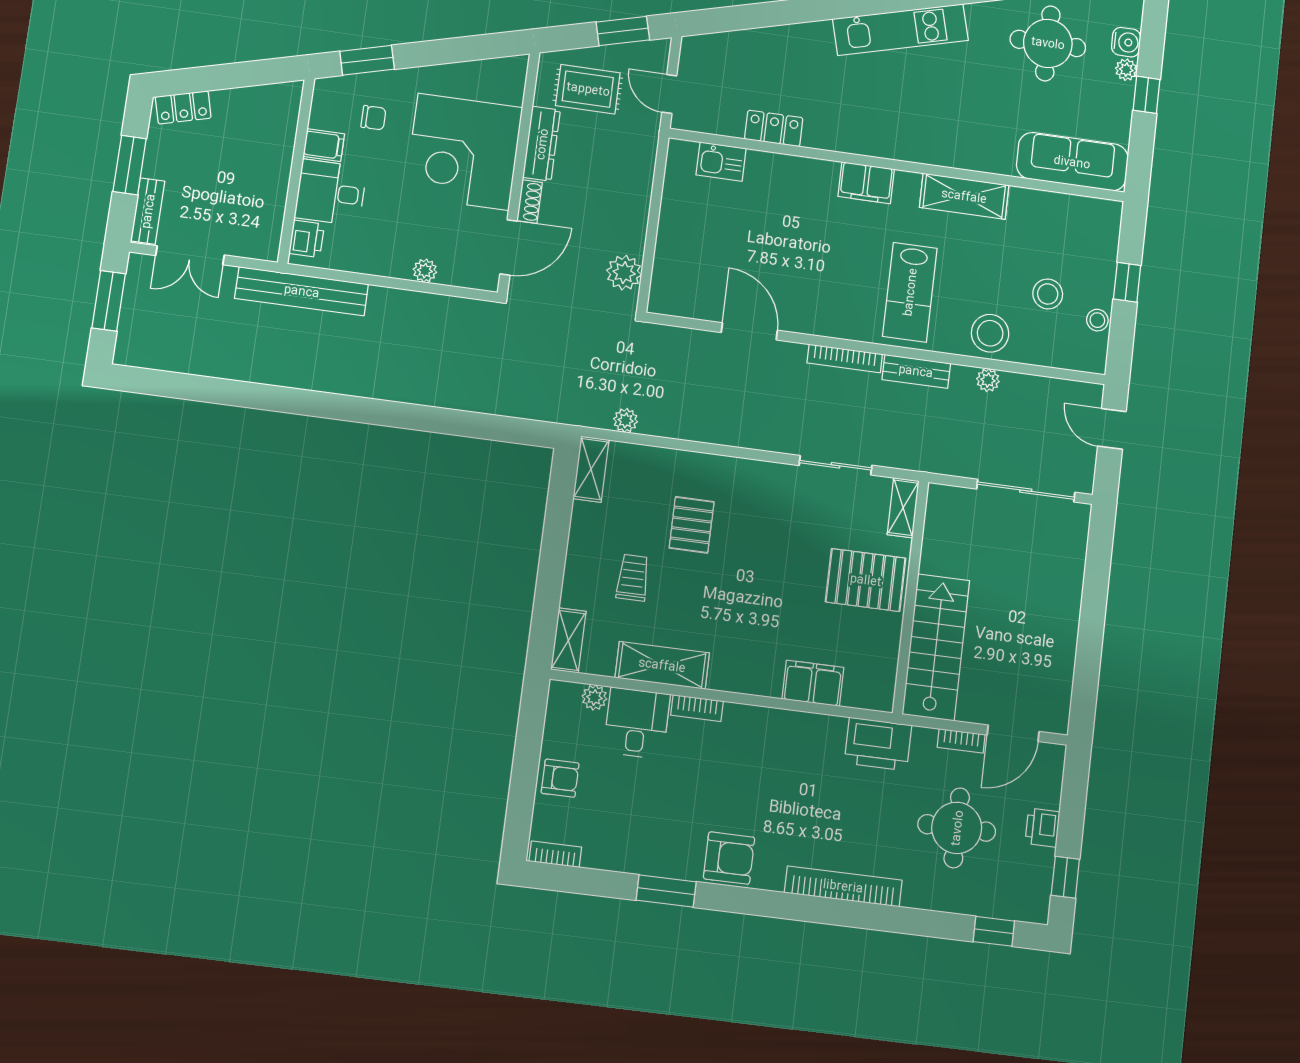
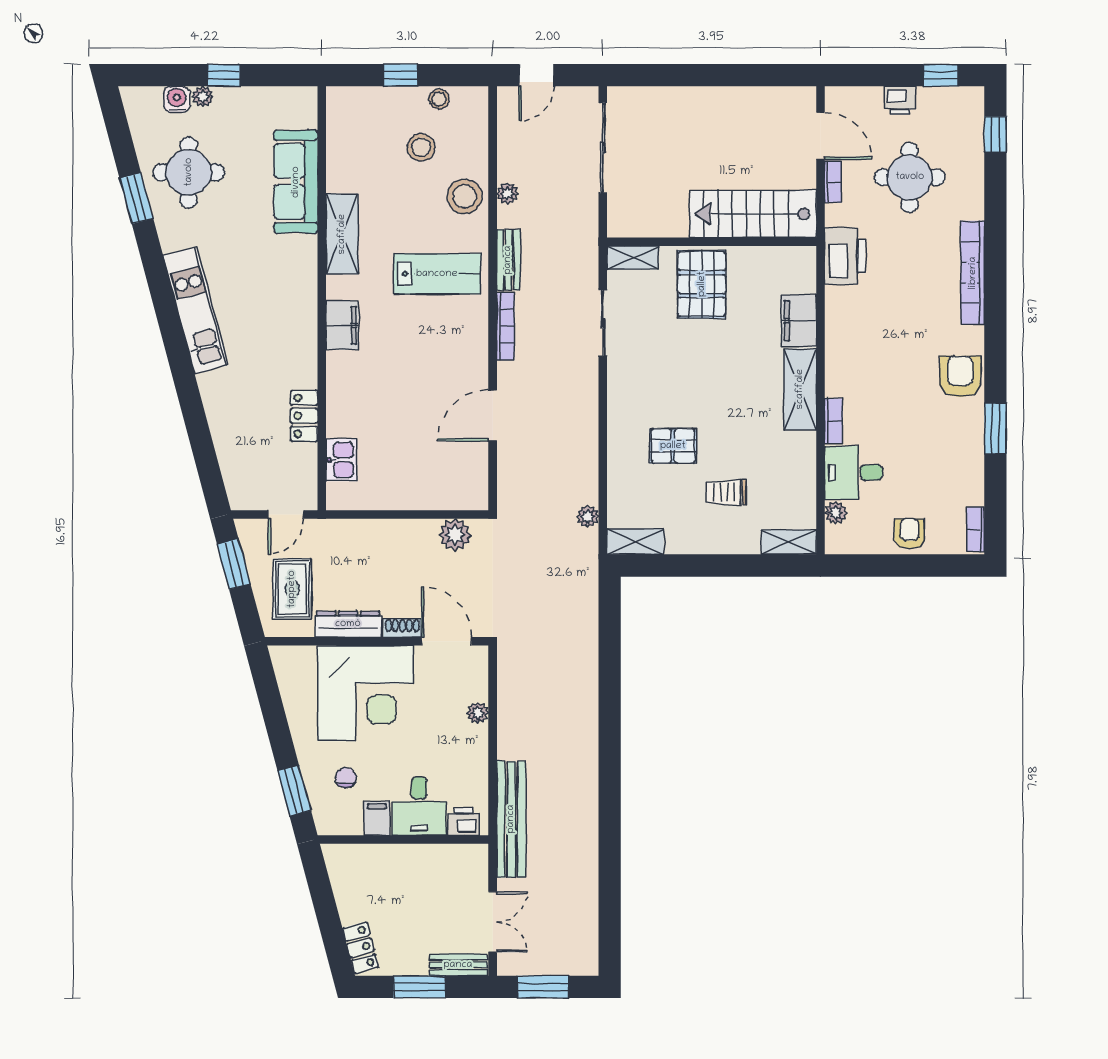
sofa: (1072, 162) -> (296, 182), moved
shelving: (662, 665) -> (800, 389), moved

